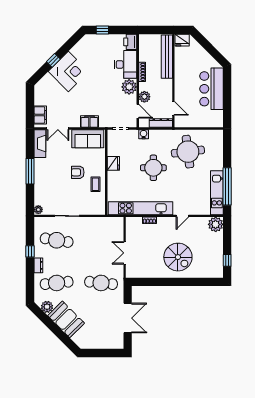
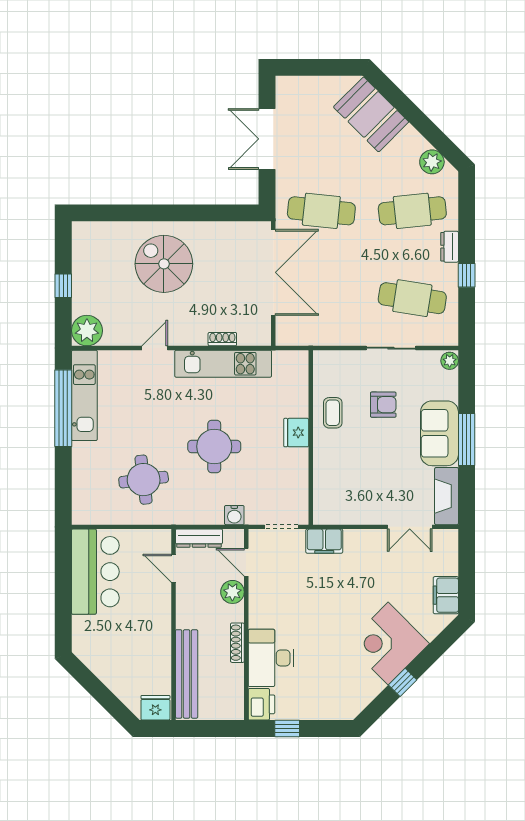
window: (102, 30) -> (287, 729), moved
window: (53, 60) -> (403, 682), moved
plant: (129, 87) -> (264, 612), removed
bar counter: (211, 89) -> (95, 572), moved
filing cabinet: (40, 115) -> (446, 595), moved
filing cabinet: (89, 122) -> (324, 541), moved
double door: (58, 129) -> (410, 527), swing flipped
sofa: (88, 139) -> (439, 433), moved, turned -90
round table: (188, 152) -> (144, 480), width x0.73, depth x0.73
fridge: (113, 163) -> (296, 433), moved
armchair: (78, 172) -> (383, 405), moved
kitchen unit: (140, 208) -> (223, 364), width x0.73
double door: (125, 253) -> (273, 272), width x1.87
window: (227, 260) -> (63, 286), moved
booth: (66, 319) -> (371, 114), moved

